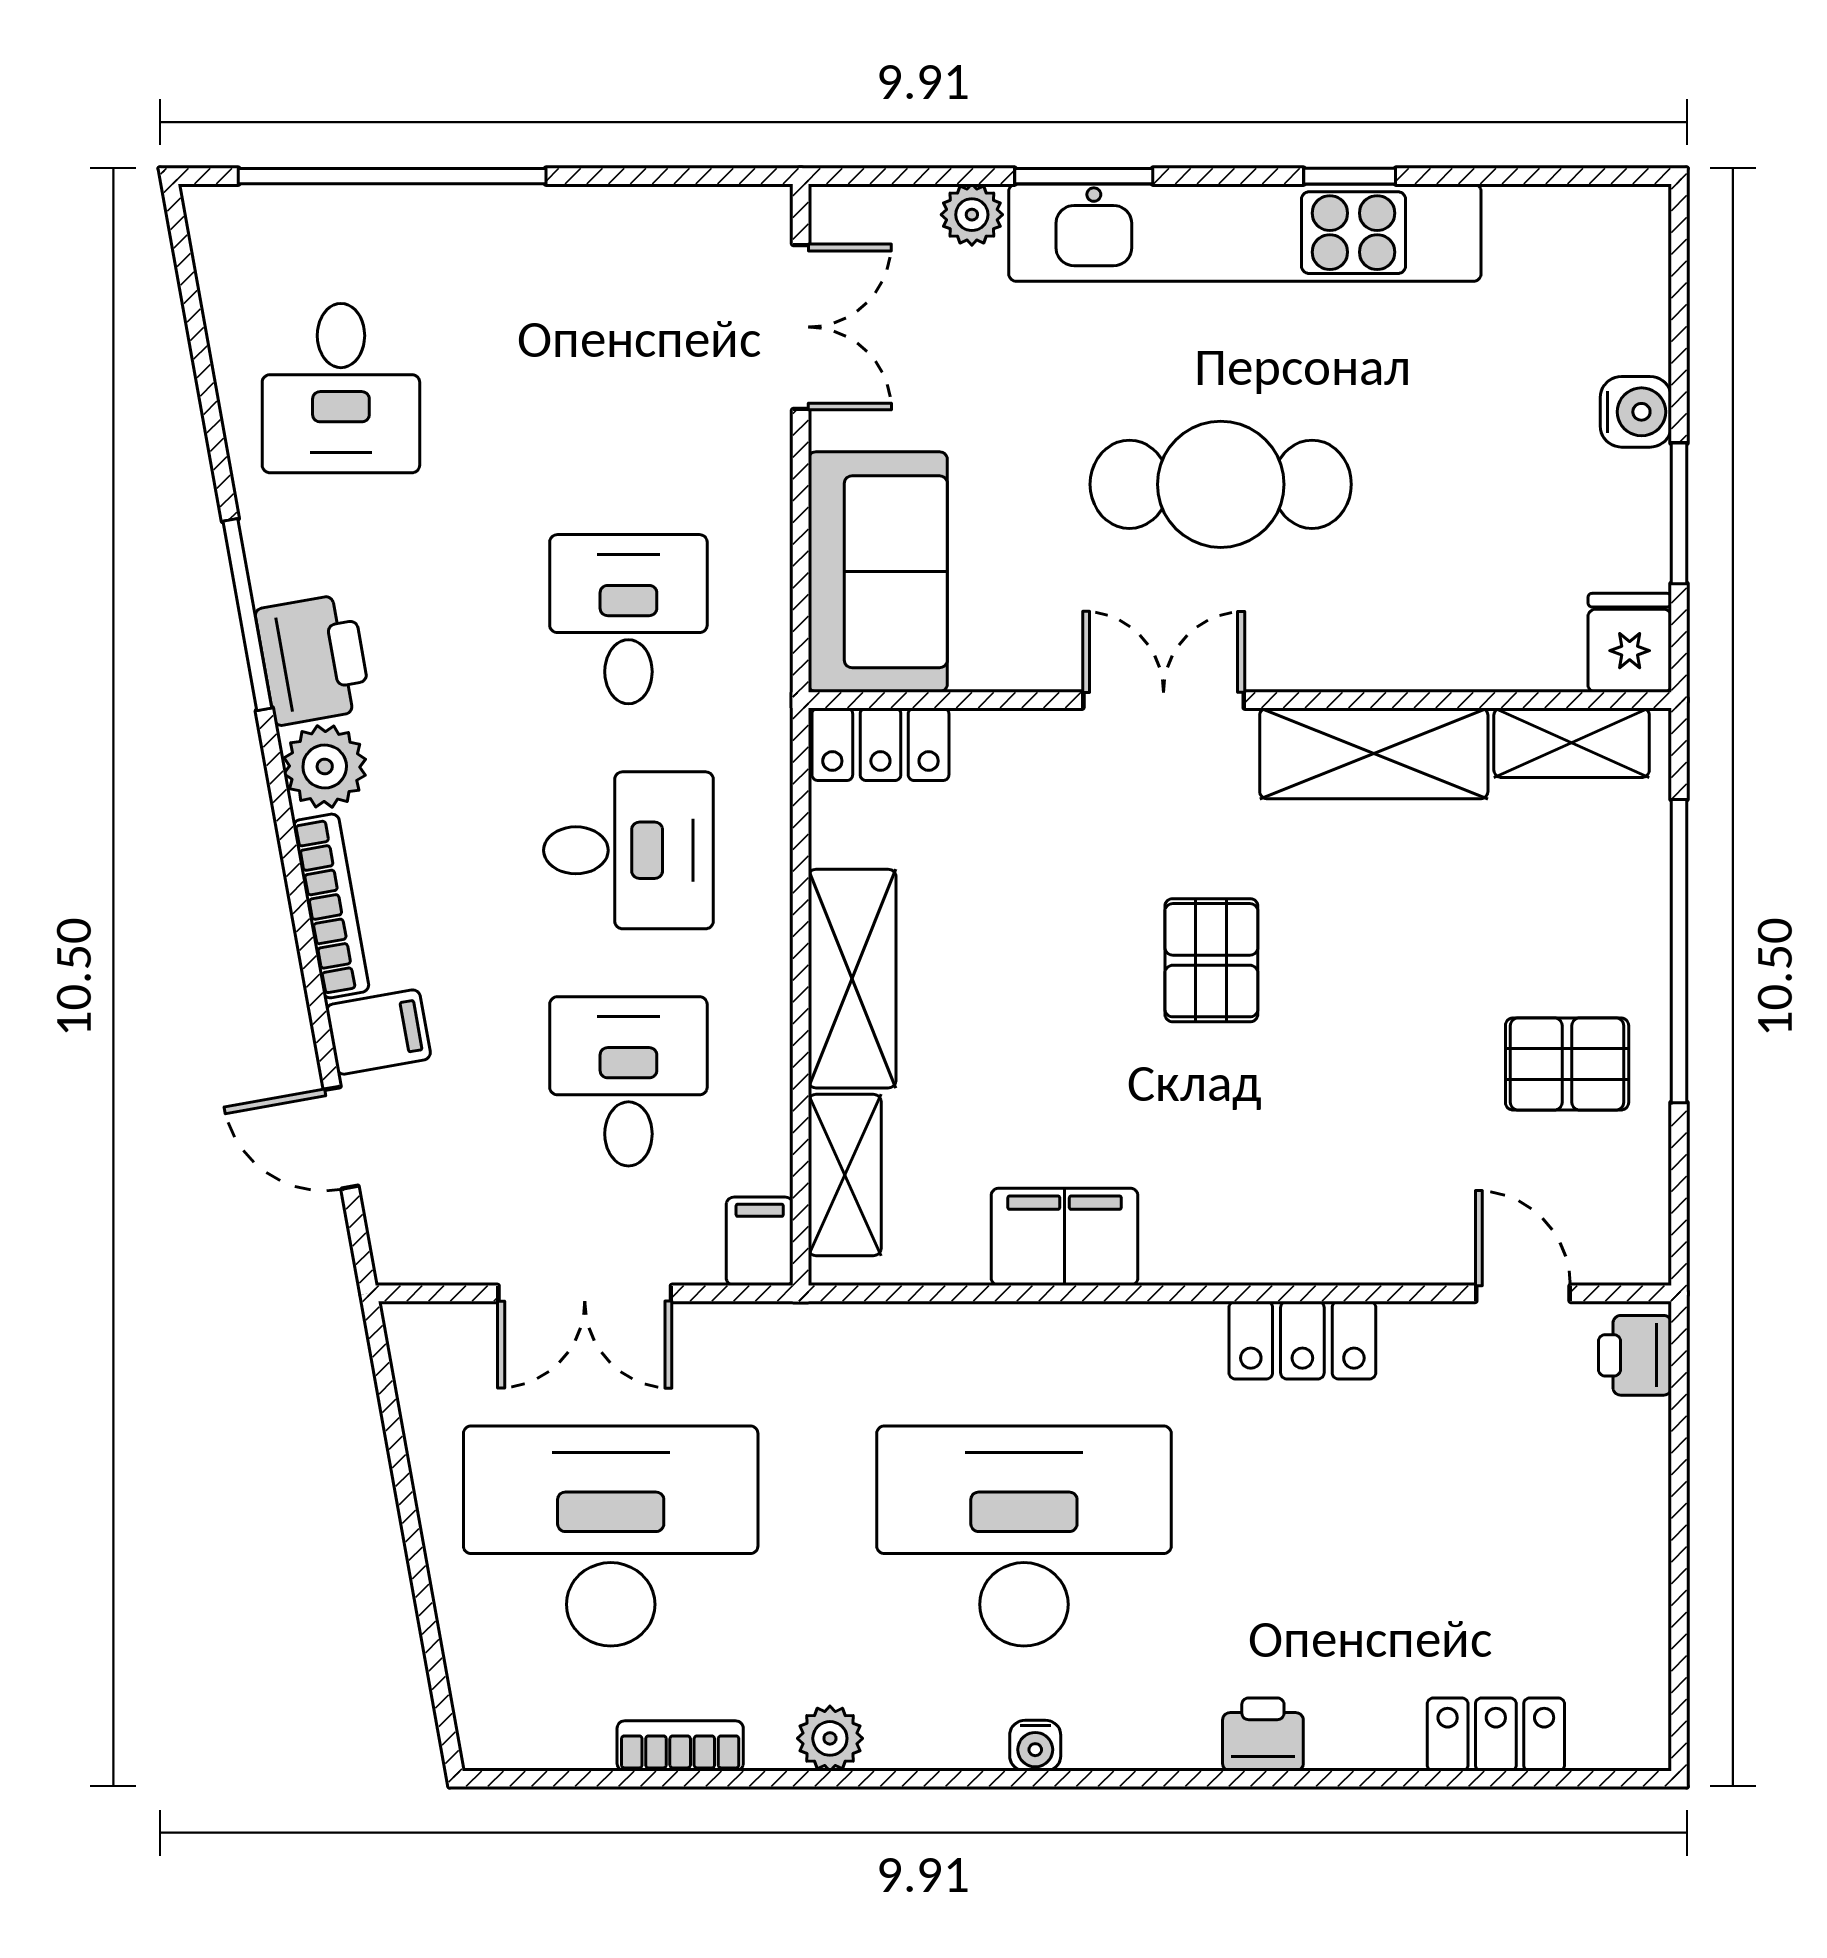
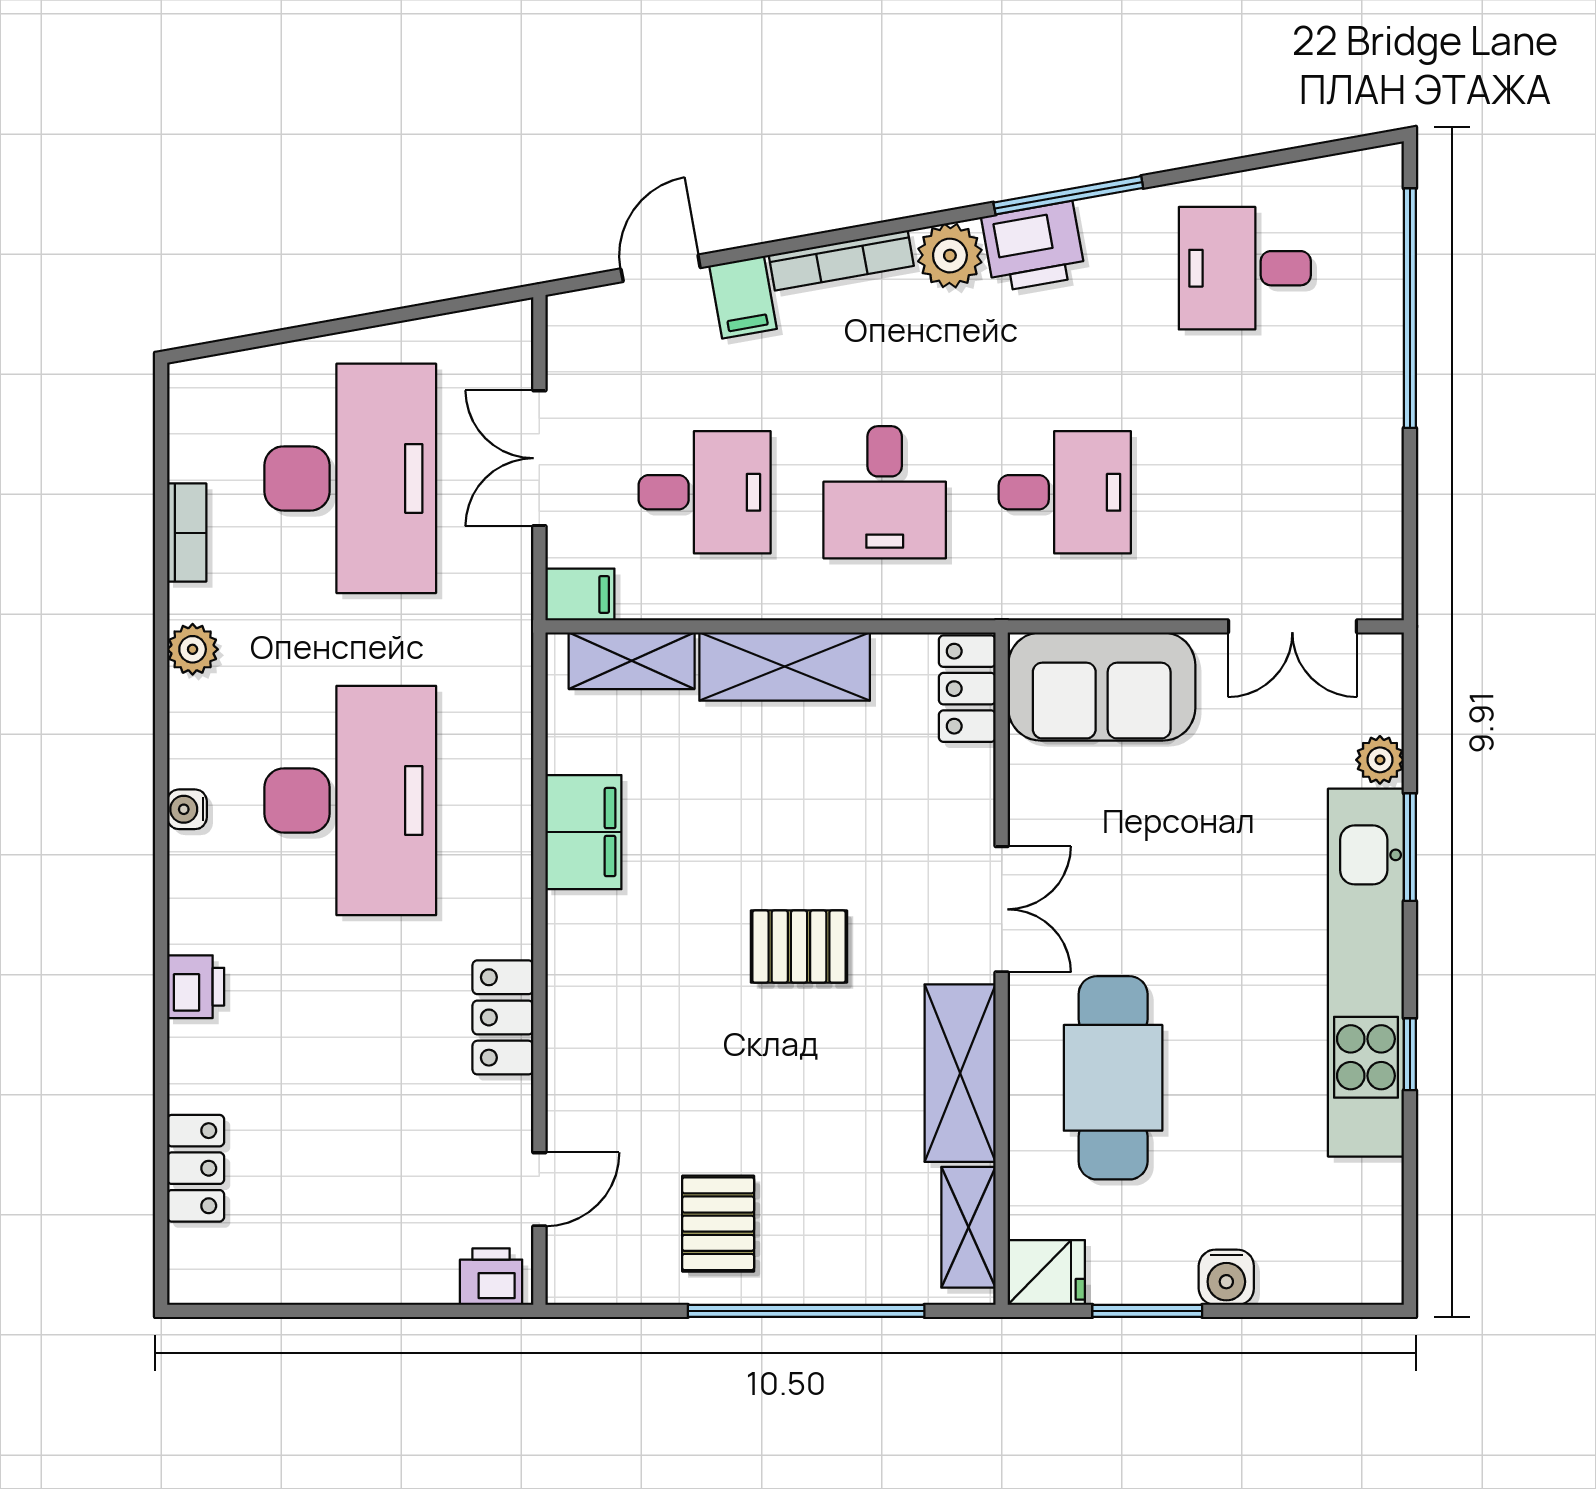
cafe table: (1221, 484) -> (1113, 1078), moved

